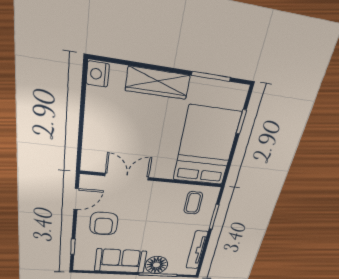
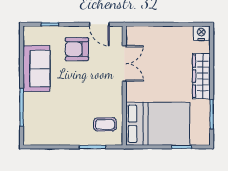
tv unit: (197, 250) -> (54, 139), removed
floor lamp: (157, 265) -> (34, 103), removed

